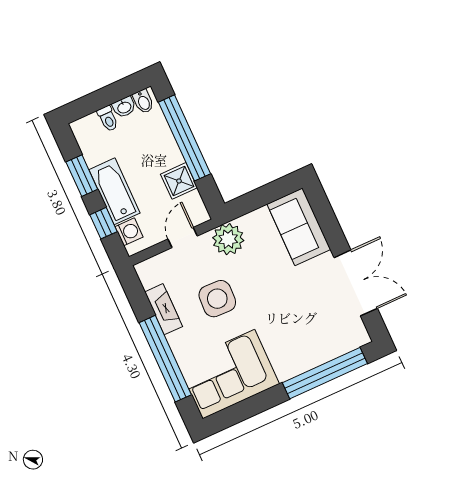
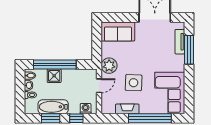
shower: (179, 181) -> (54, 76), moved
bathtub: (115, 191) -> (53, 107), moved
door: (183, 238) -> (99, 86), swing flipped
tv unit: (332, 350) -> (180, 42), added
window: (325, 373) -> (189, 50), width x0.68

